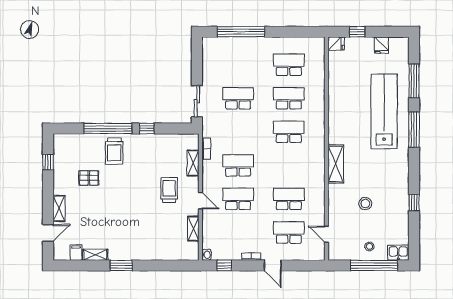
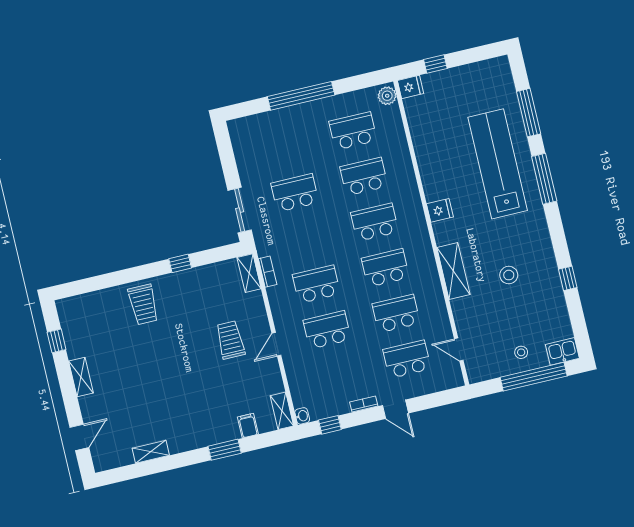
window: (241, 32) -> (301, 96), moved
fridge: (381, 45) -> (440, 210), moved, turned -90
plant: (318, 46) -> (387, 96), added
window: (108, 128) -> (127, 276), removed
shelving: (193, 163) -> (249, 273), moved
shelving: (336, 164) -> (453, 271), moved
school desk: (289, 165) -> (385, 268), added
pallet: (89, 178) -> (117, 349), removed
door: (200, 201) -> (276, 344), swing flipped
stool: (365, 204) -> (509, 275), moved
shelving: (59, 208) -> (81, 377), moved
shelving: (193, 229) -> (282, 411), moved
filing cabinet: (76, 253) -> (248, 426), moved
window: (121, 265) -> (225, 450), moved

